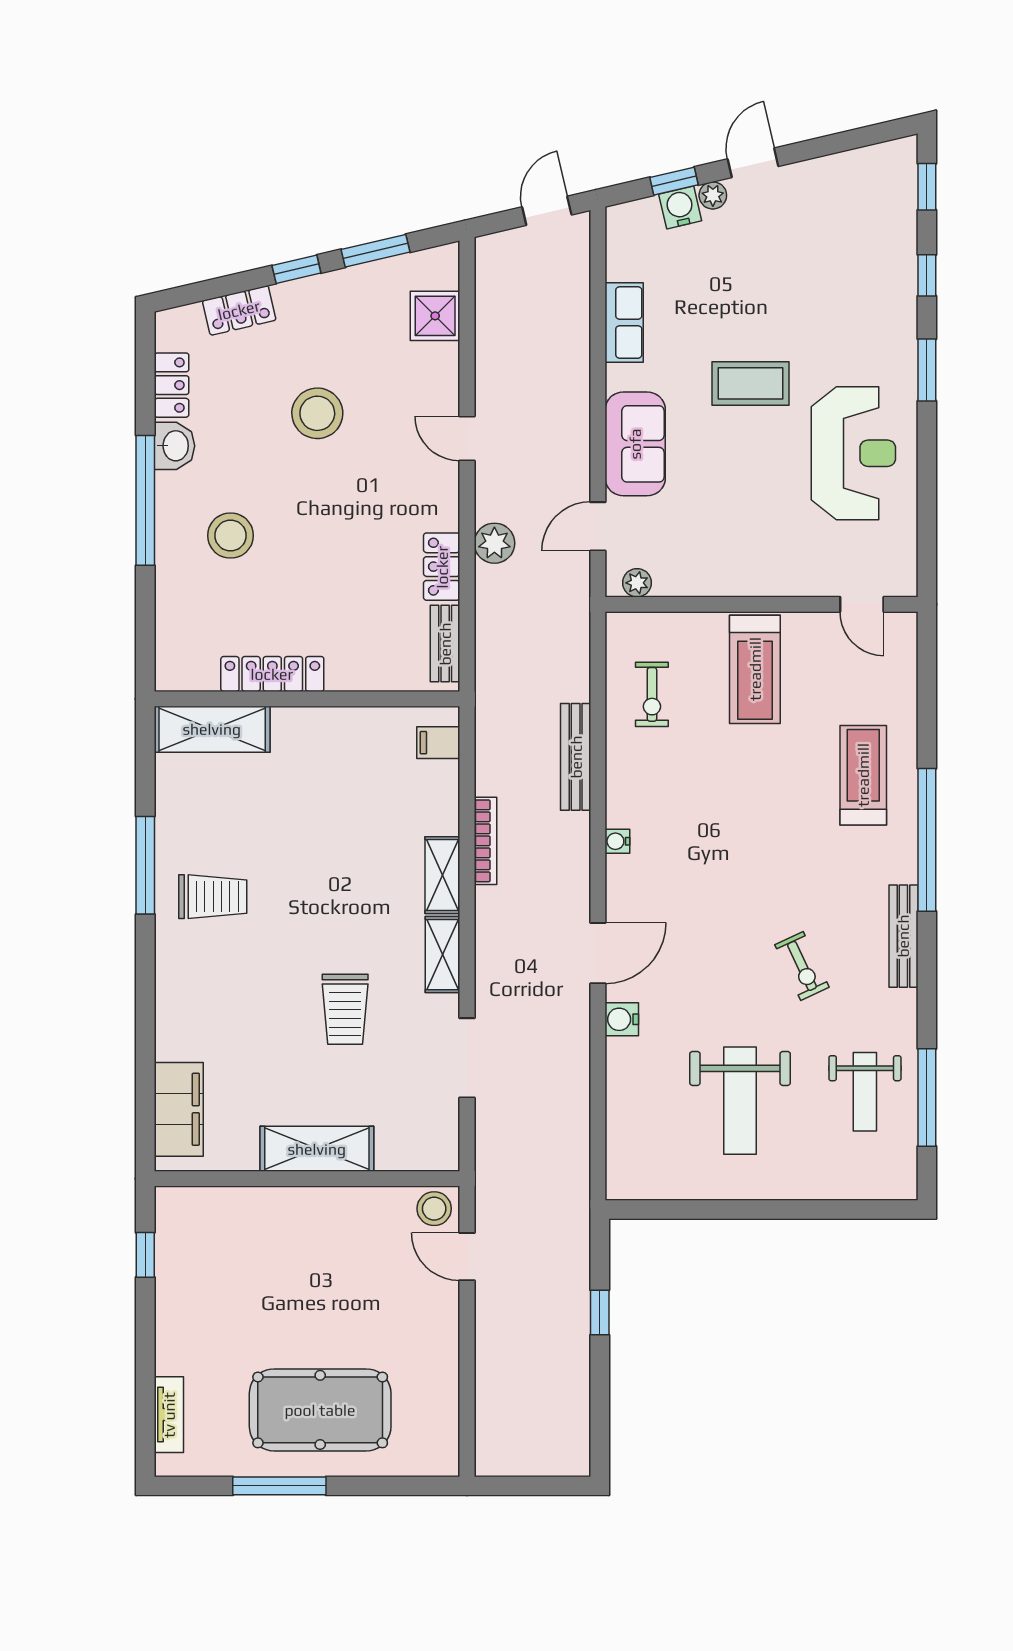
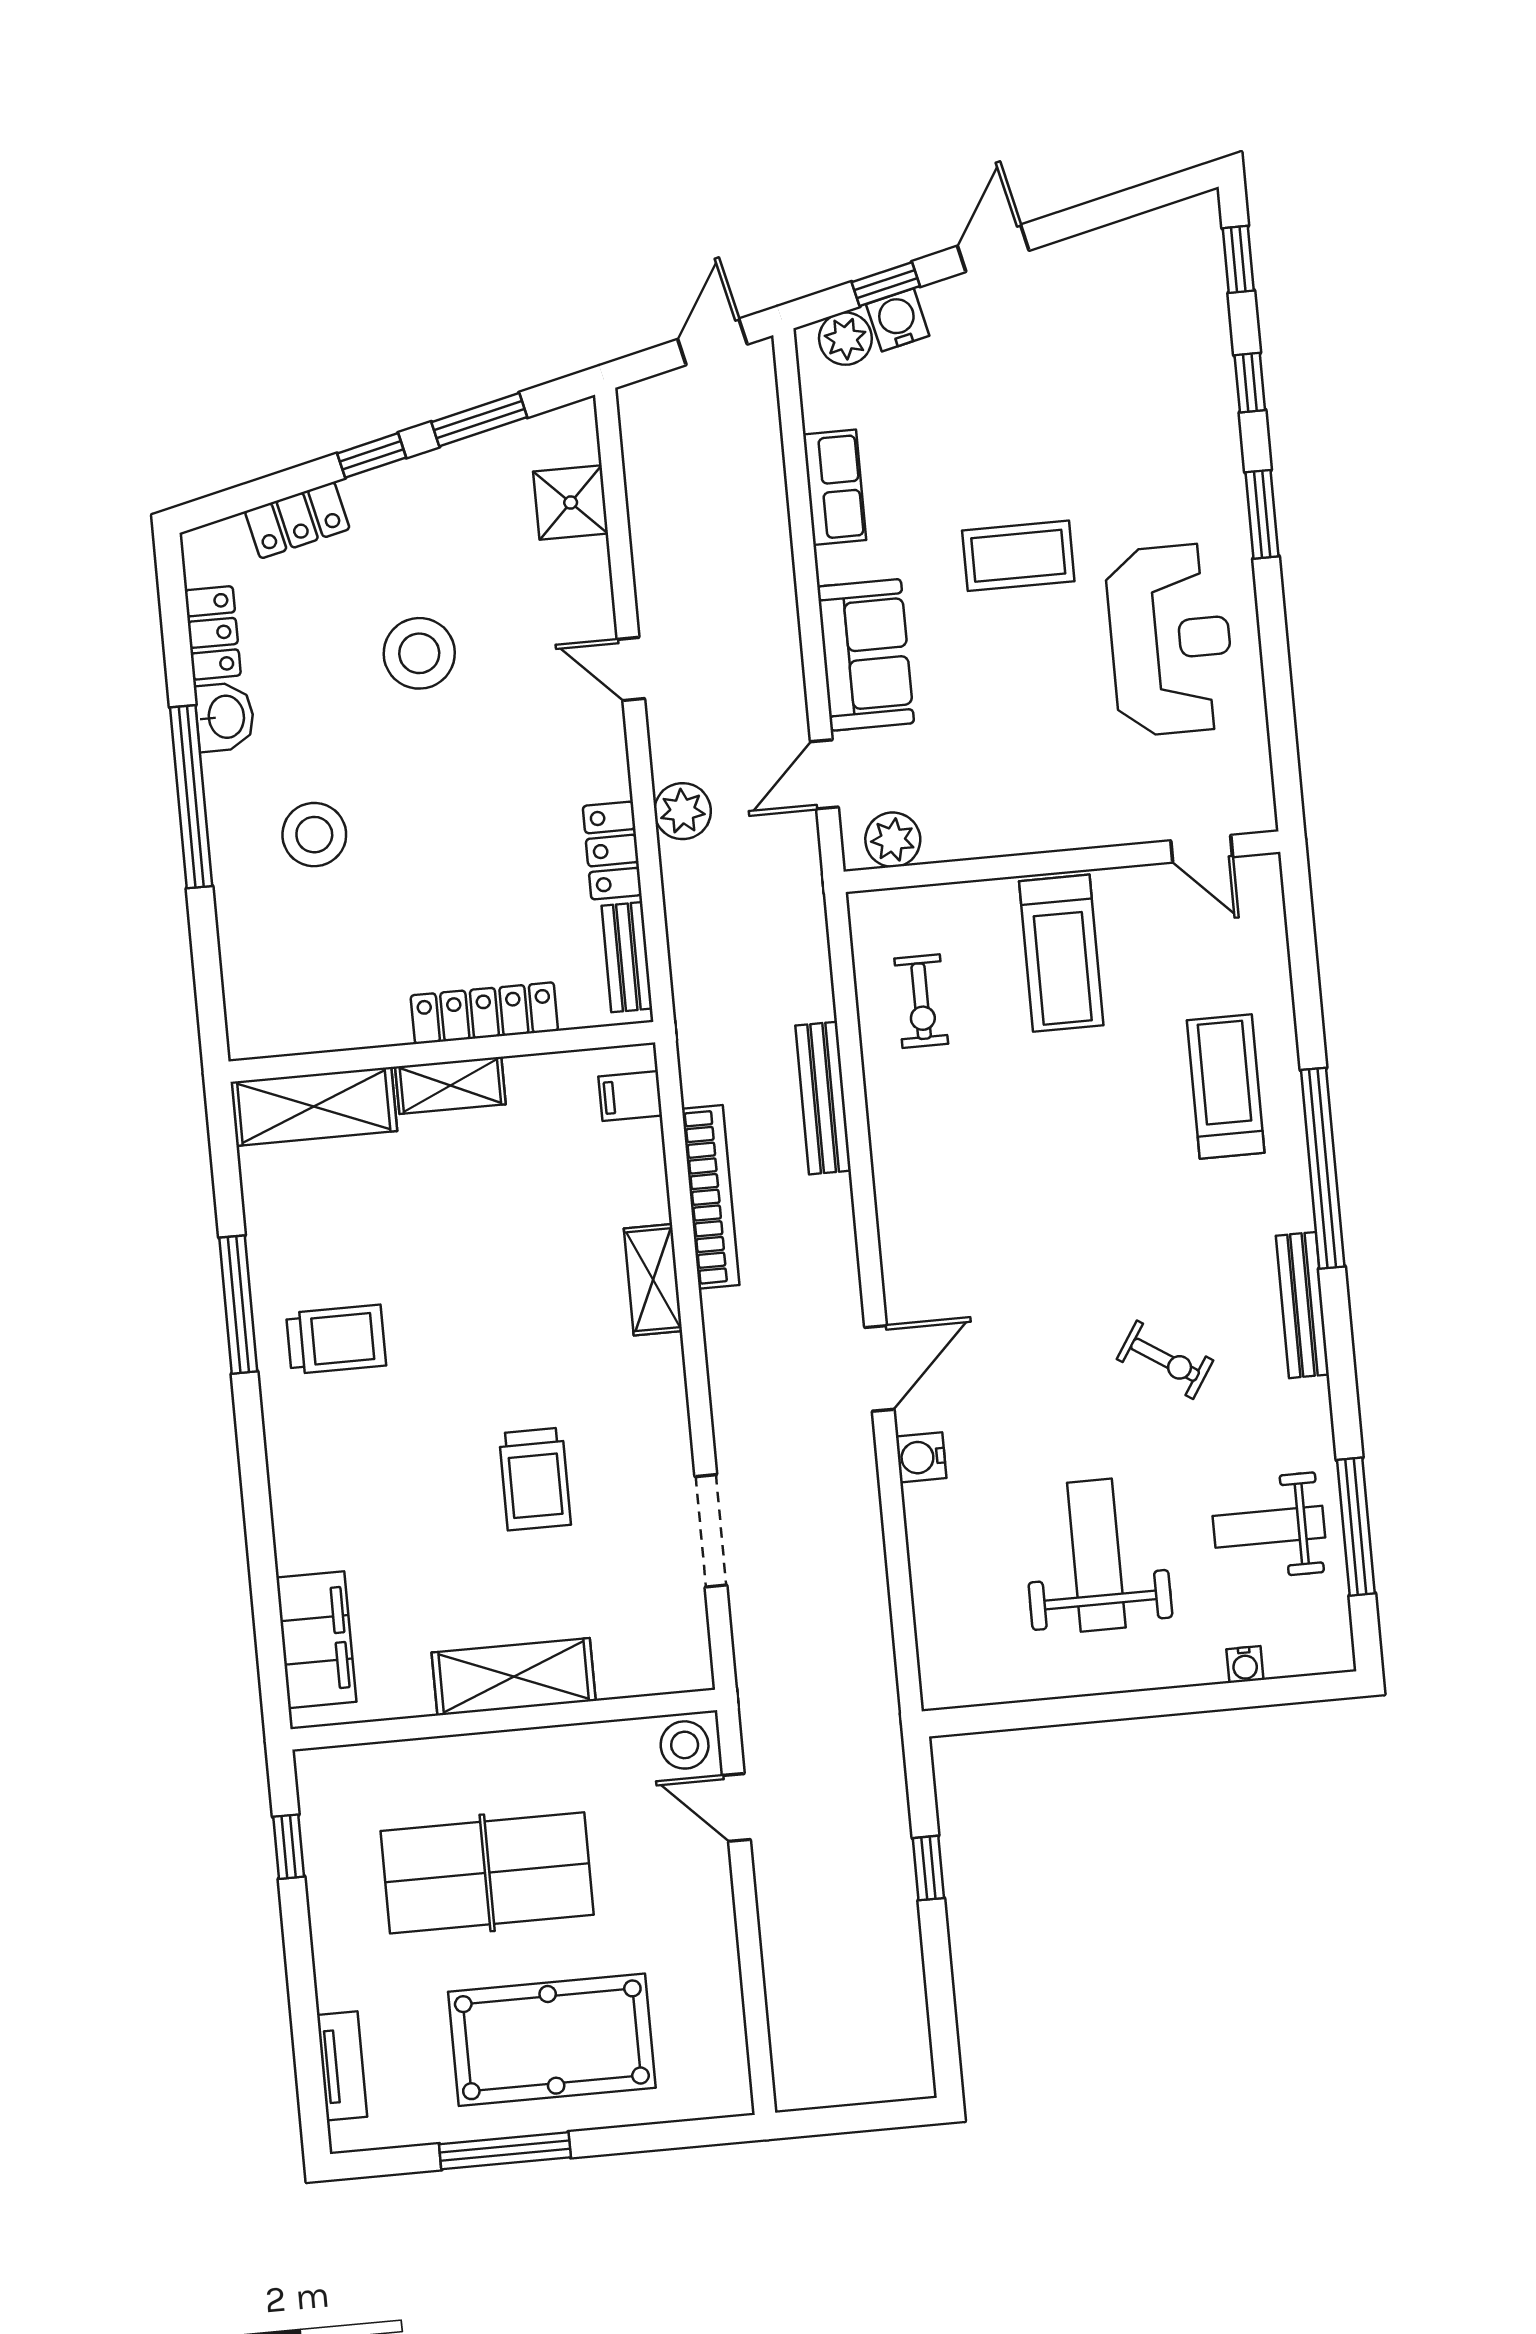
plant: (713, 195) -> (845, 339), moved, width x1.38, depth x1.38
plant: (637, 583) -> (893, 840), width x1.38, depth x1.38
locker: (272, 674) -> (484, 1013), moved
bookcase: (485, 841) -> (711, 1197), width x1.48, depth x1.31
water cooler: (617, 841) -> (1245, 1664), moved, turned -90
shelving: (443, 955) -> (450, 1085), moved, turned 90
exercise bike: (802, 966) -> (1165, 1360), turned -32
weight bench: (865, 1092) -> (1269, 1527), turned 90
weight bench: (740, 1101) -> (1096, 1555), turned 180
table tennis table: (285, 1287) -> (487, 1873), added

